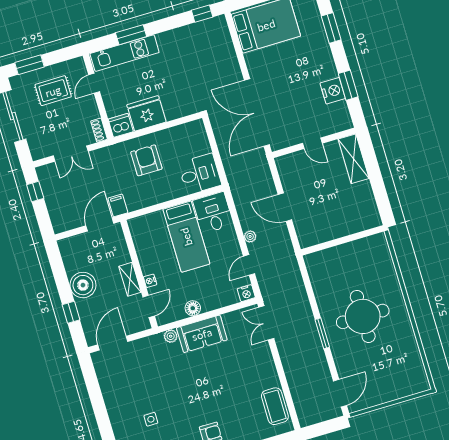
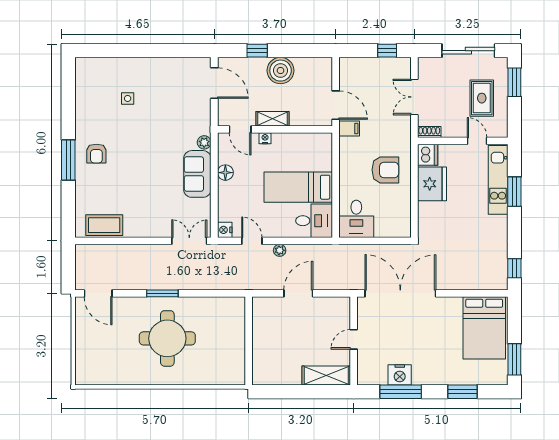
window: (348, 85) -> (401, 392), width x1.44

